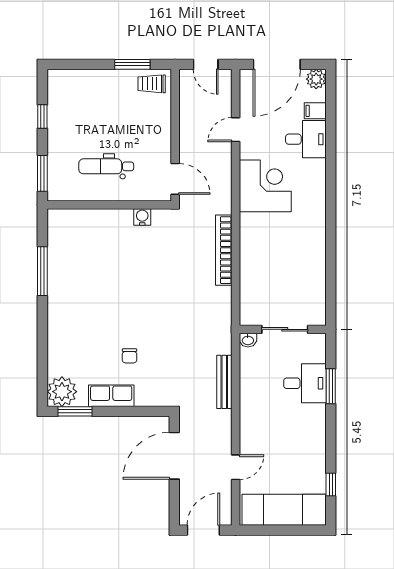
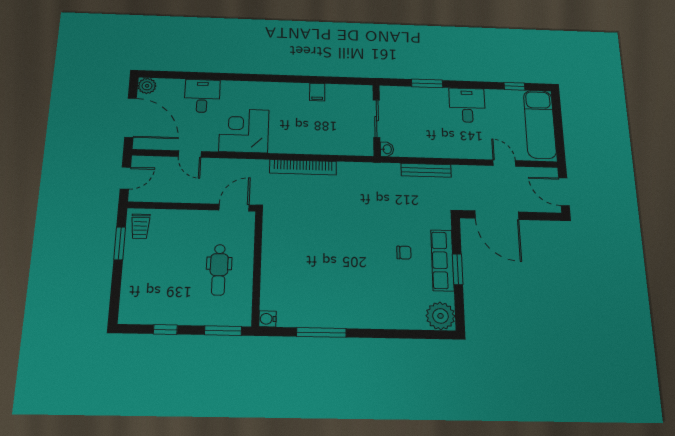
filing cabinet: (315, 111) -> (317, 92), moved
water cooler: (142, 217) -> (267, 319), moved
desk: (305, 383) -> (467, 105), moved
row of seats: (111, 396) -> (442, 260), width x1.48
window: (75, 411) -> (458, 269), moved

